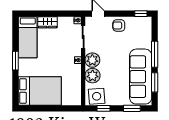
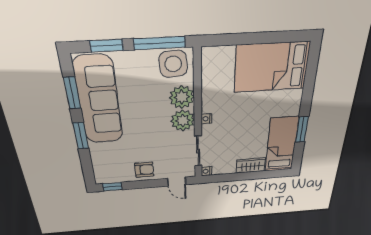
window: (155, 54) -> (81, 136), width x0.69
window: (15, 61) -> (302, 130), moved
window: (104, 108) -> (159, 43), width x2.17

